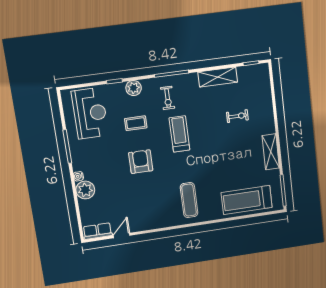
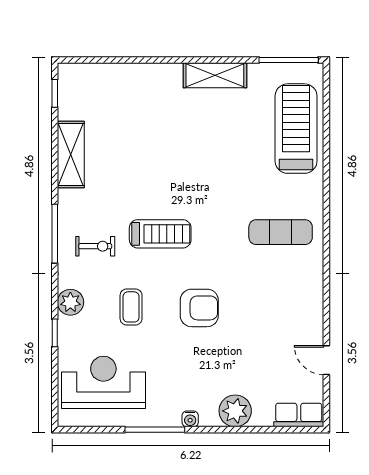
exercise bike: (237, 116) -> (143, 128), removed
treadmill: (179, 134) -> (160, 234), turned 180
armchair: (141, 162) -> (199, 308), turned 180
water cooler: (78, 176) -> (190, 419), moved
treadmill: (247, 200) -> (296, 129), turned 180
row of seats: (97, 231) -> (299, 415), moved, turned 90

